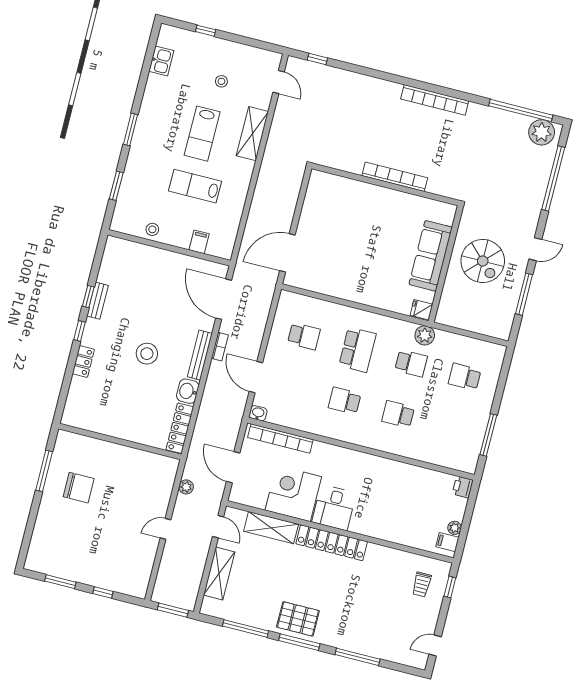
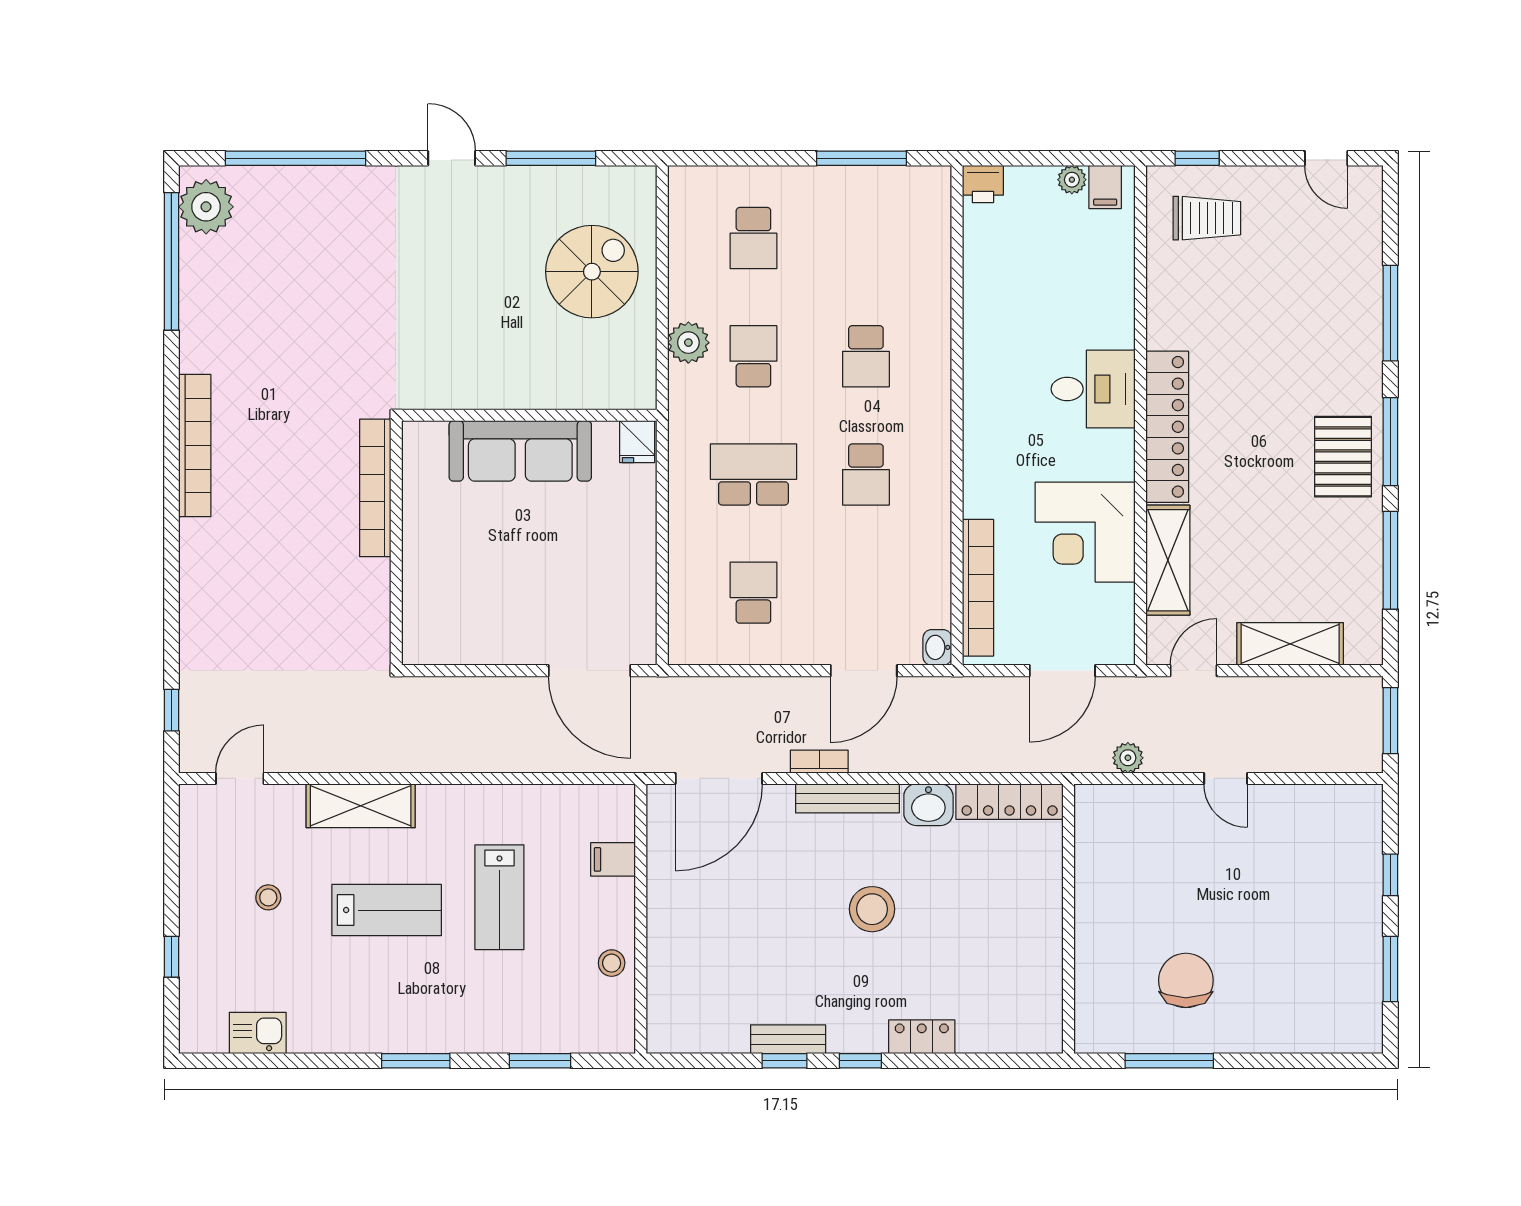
sofa: (431, 256) -> (520, 451), moved
spiral stairs: (483, 261) -> (592, 272), moved
wall: (446, 264) -> (529, 415), moved
fridge: (422, 310) -> (637, 442), moved
desk: (334, 508) -> (1093, 389), moved
trolley: (422, 585) -> (1207, 218), width x1.36, depth x1.39

